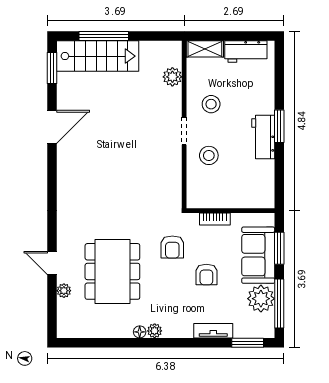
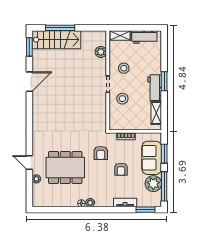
shelving: (266, 180) -> (156, 113), added
dining table: (112, 271) -> (65, 167), turned 90

